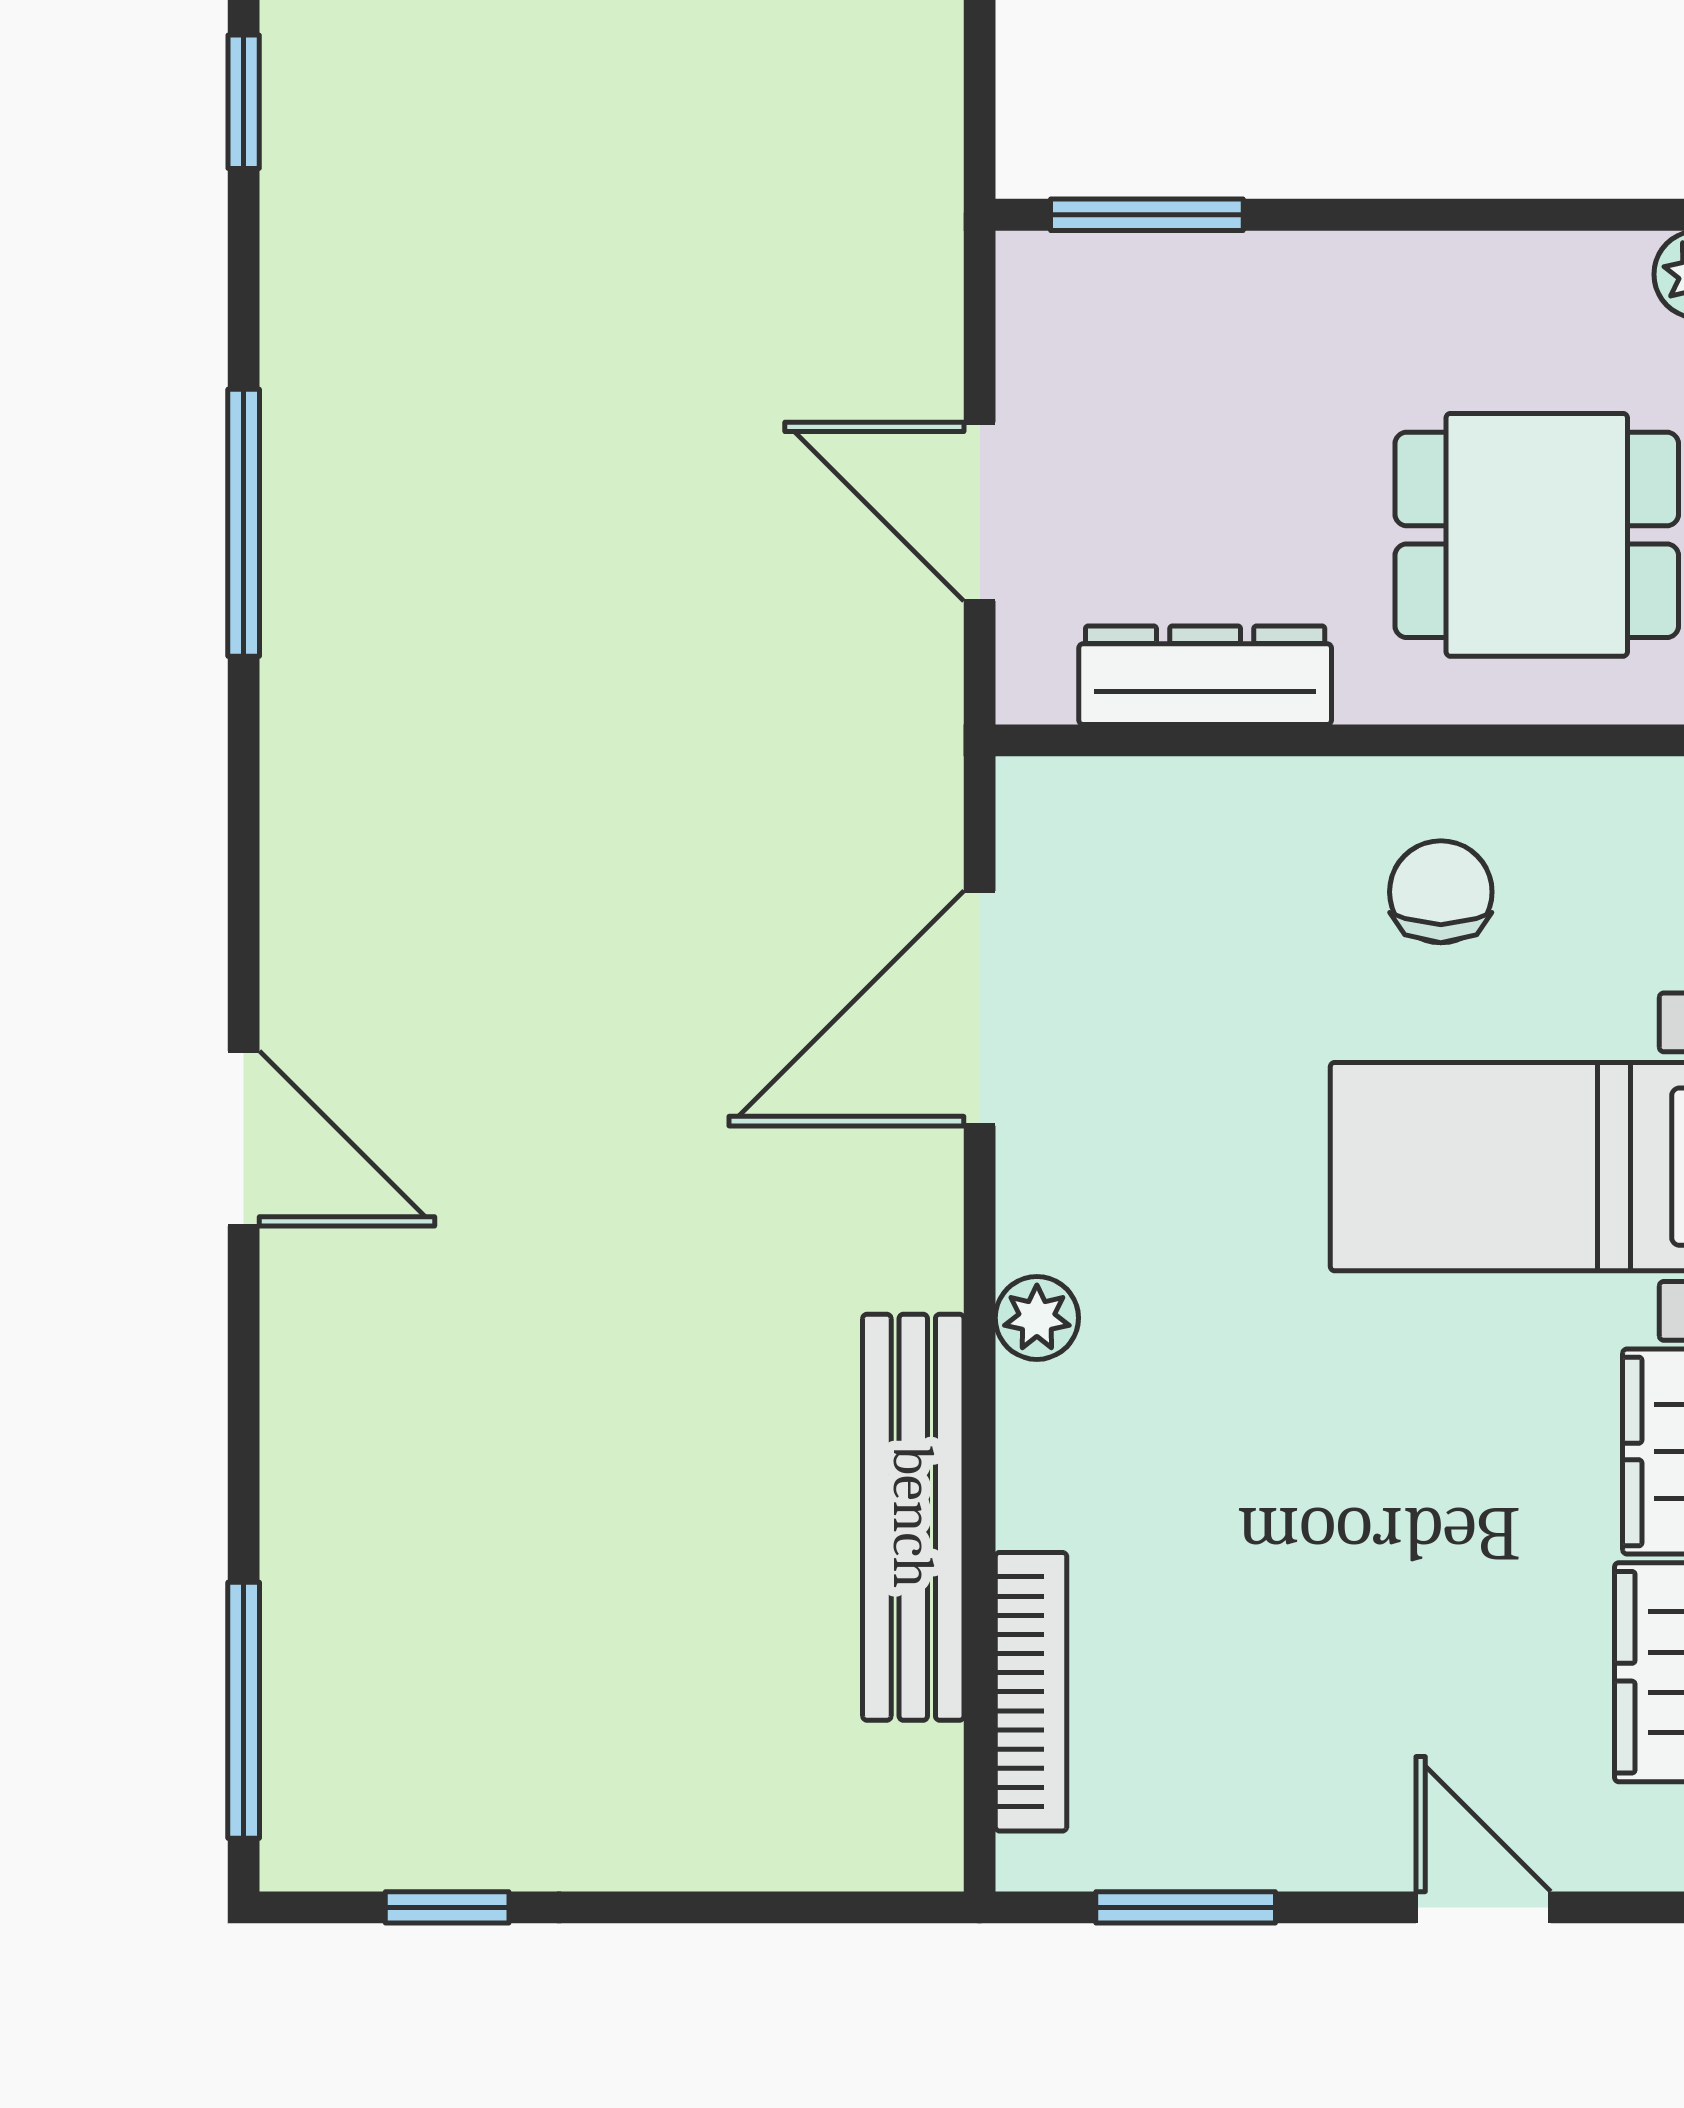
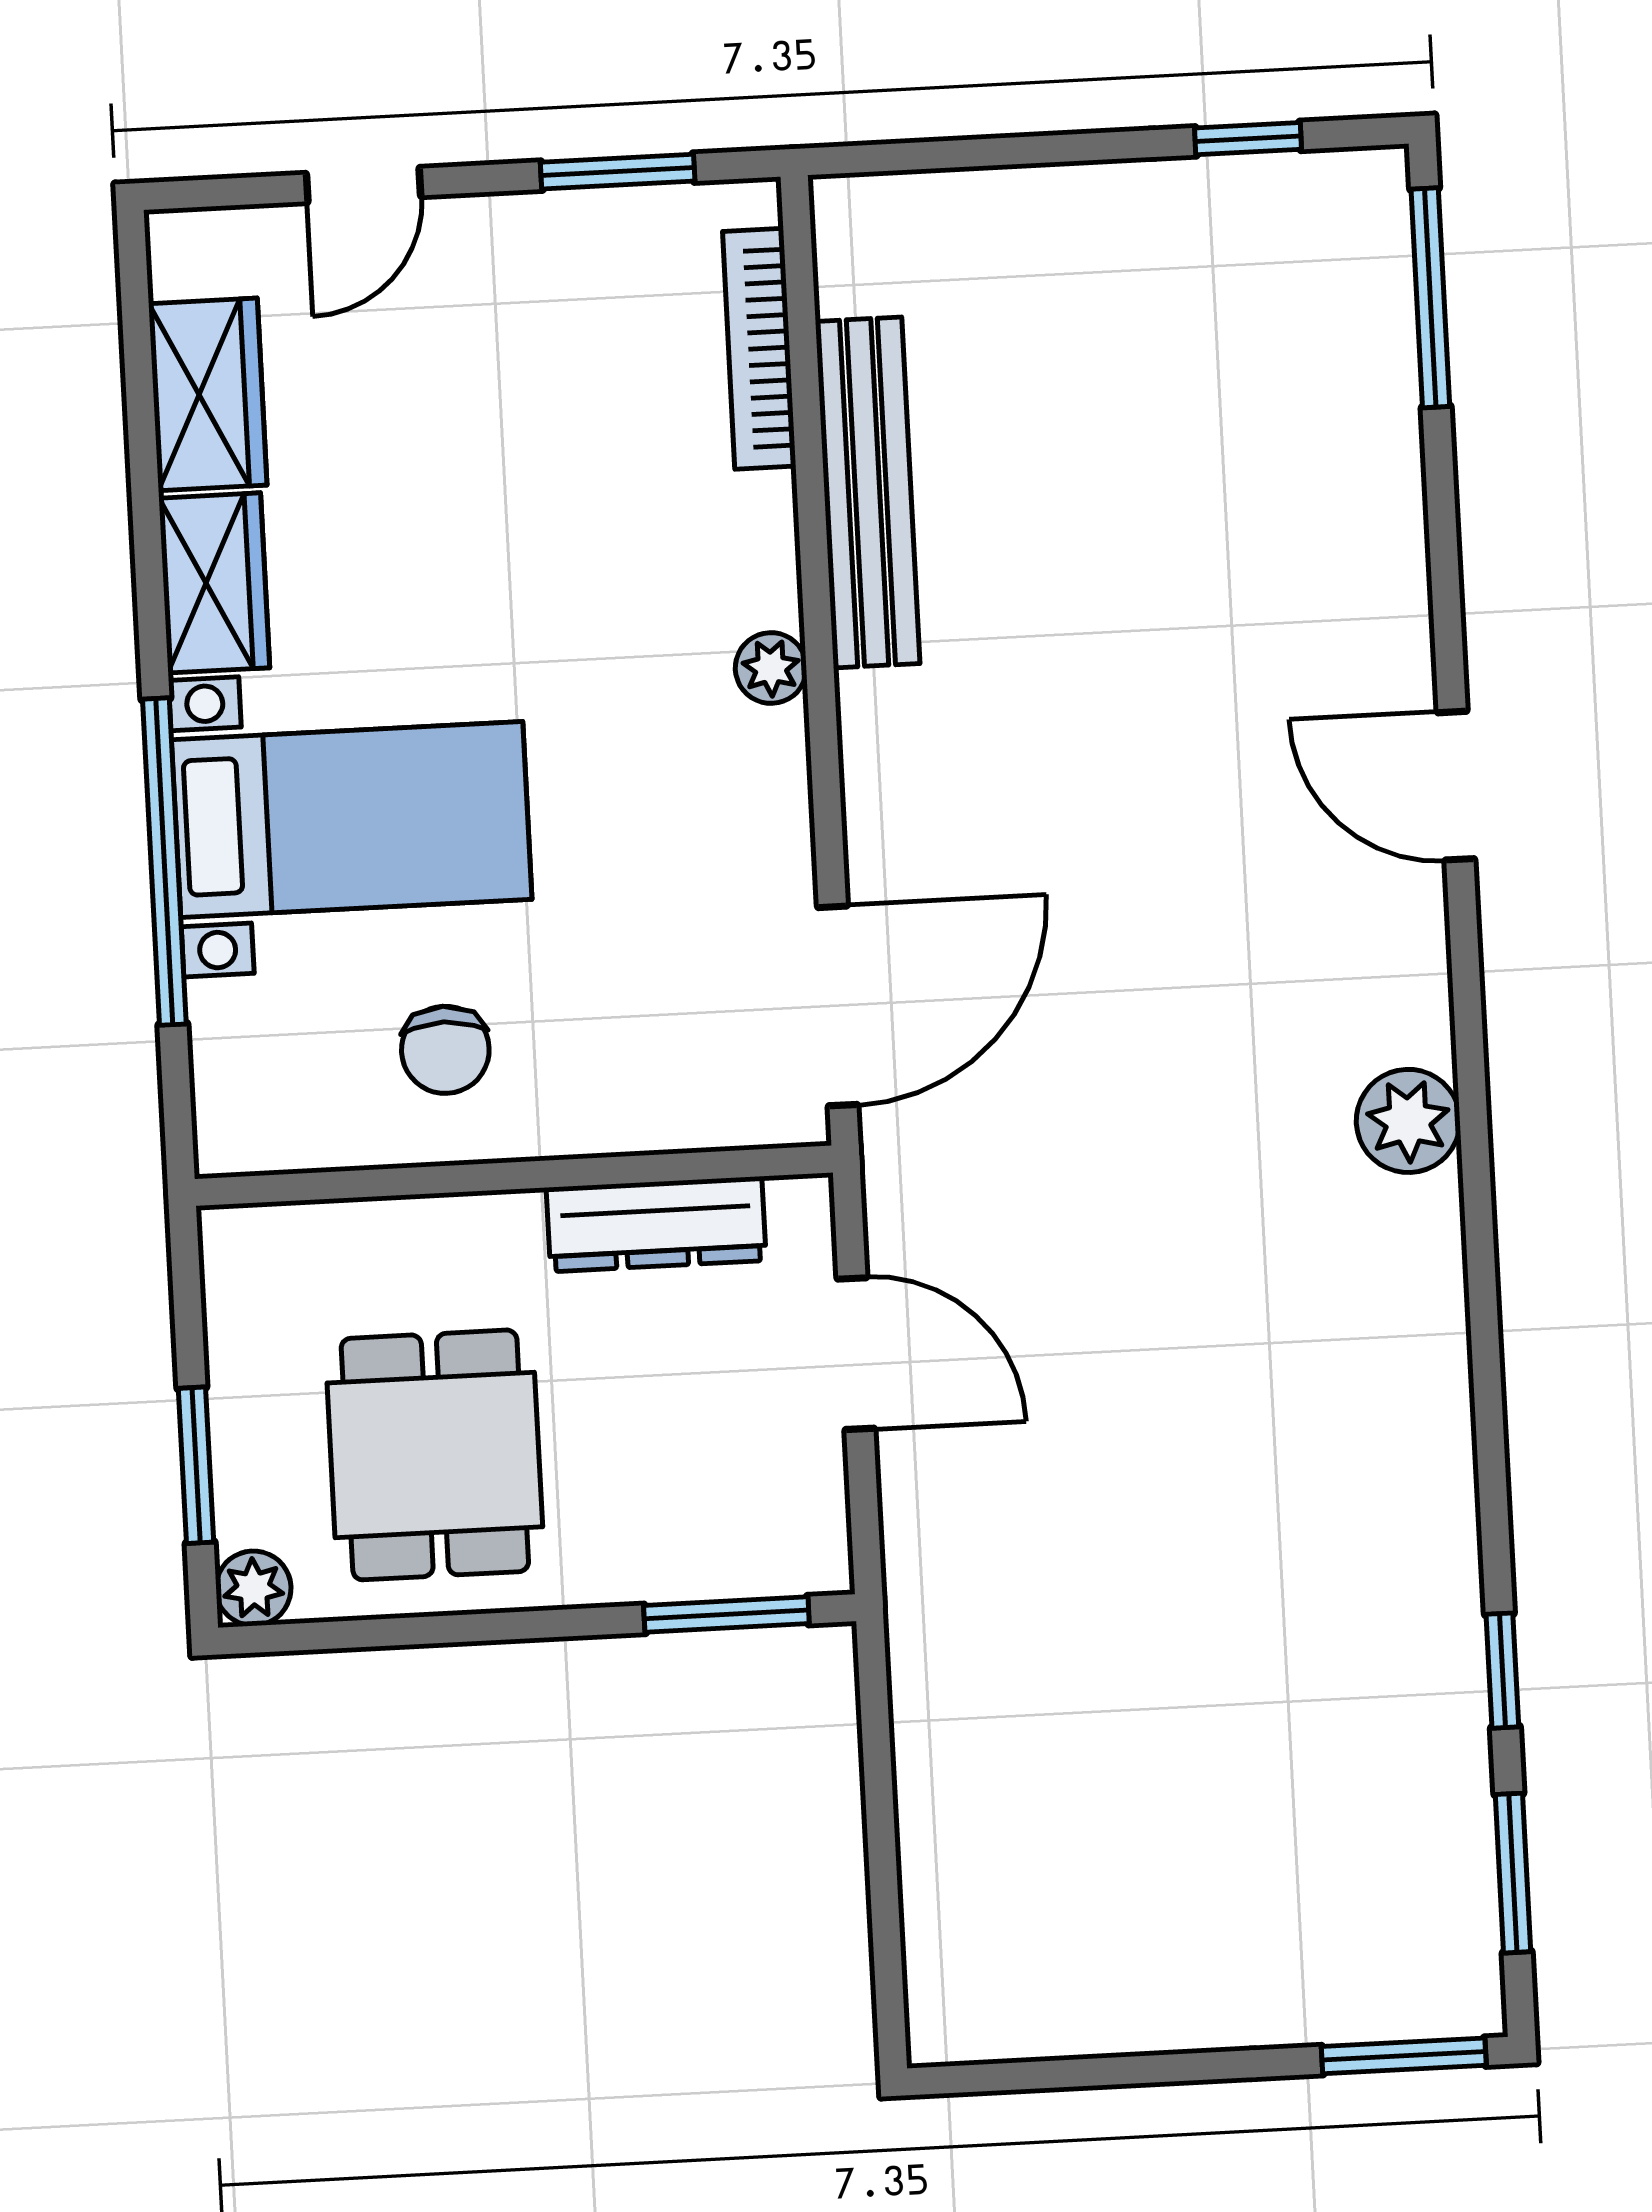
window: (244, 523) -> (1484, 1311), removed
dining table: (1537, 535) -> (435, 1455), moved, turned 90
plant: (320, 750) -> (1408, 1121), added
door: (980, 1008) -> (838, 1006), moved
door: (1483, 1907) -> (363, 185), hinge flipped

